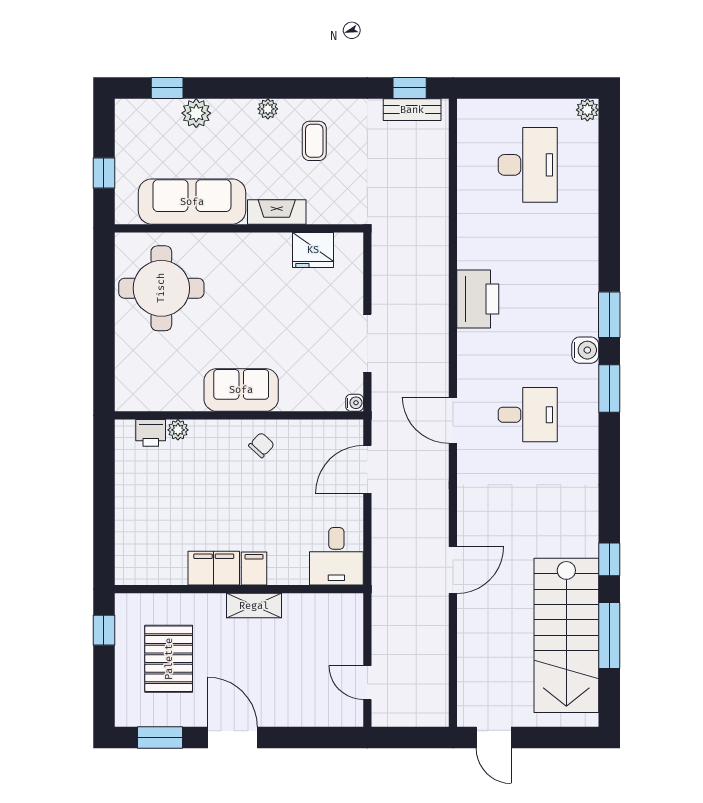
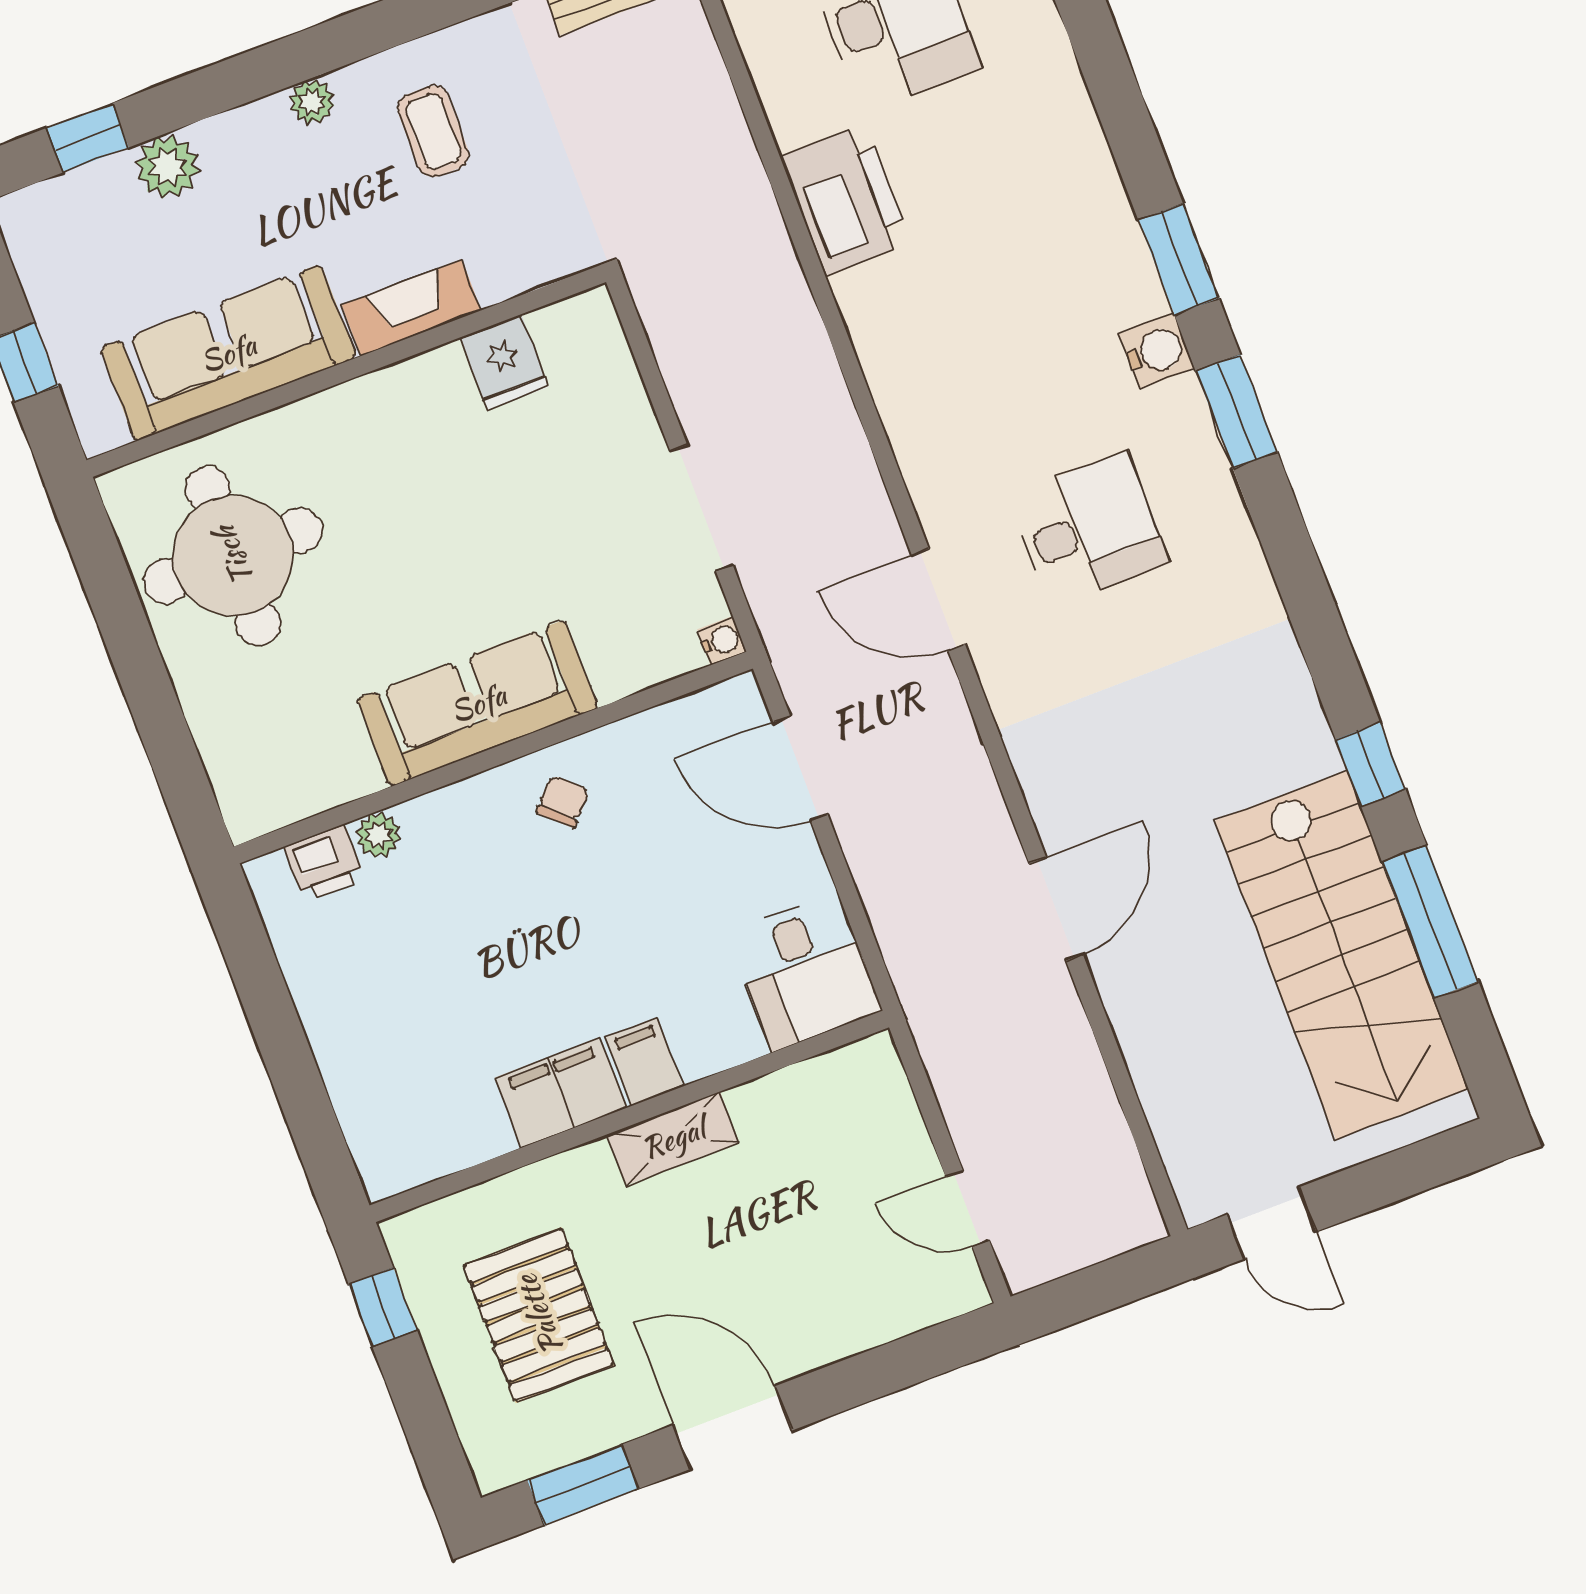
fridge: (313, 250) -> (505, 362), width x0.72
printer: (478, 299) -> (845, 200), moved
sofa: (241, 390) -> (478, 703), width x1.36
door: (367, 469) -> (800, 768), hinge flipped

